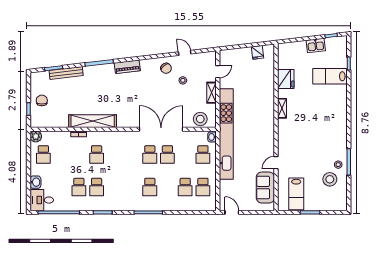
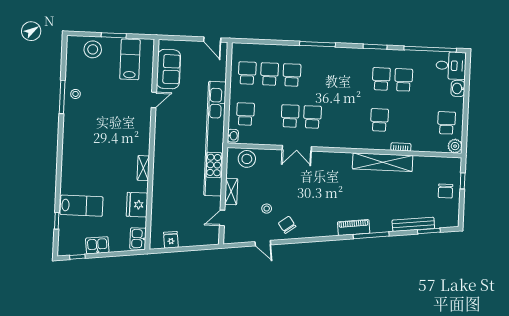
kitchen sink: (284, 52) -> (138, 239), added
piano: (127, 67) -> (354, 228), moved
double door: (161, 129) -> (297, 148), width x0.54
stool: (330, 179) -> (93, 49), moved
school desk: (150, 187) -> (292, 75), moved

